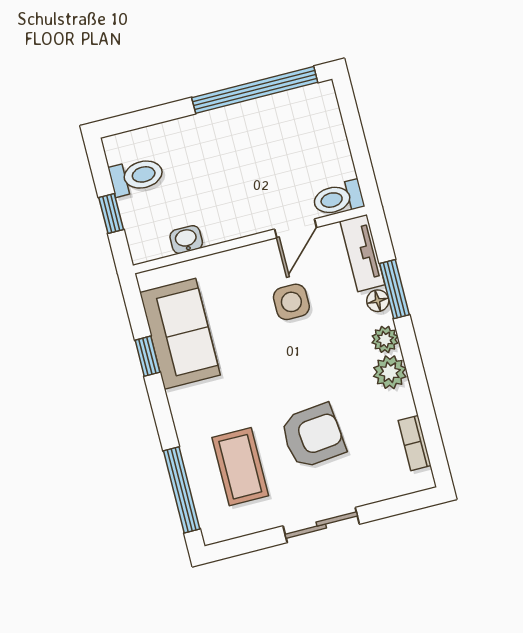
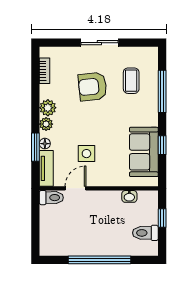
window: (255, 90) -> (100, 260), moved
coffee table: (240, 467) -> (131, 81), width x0.73, depth x0.77
window: (182, 490) -> (162, 91), moved

